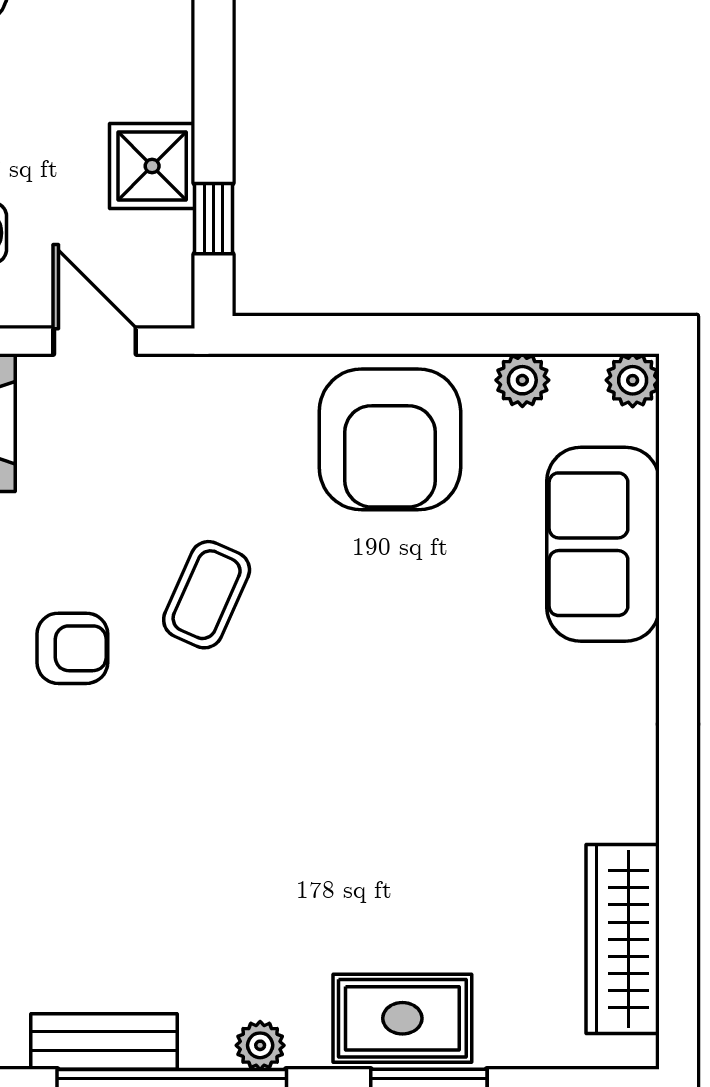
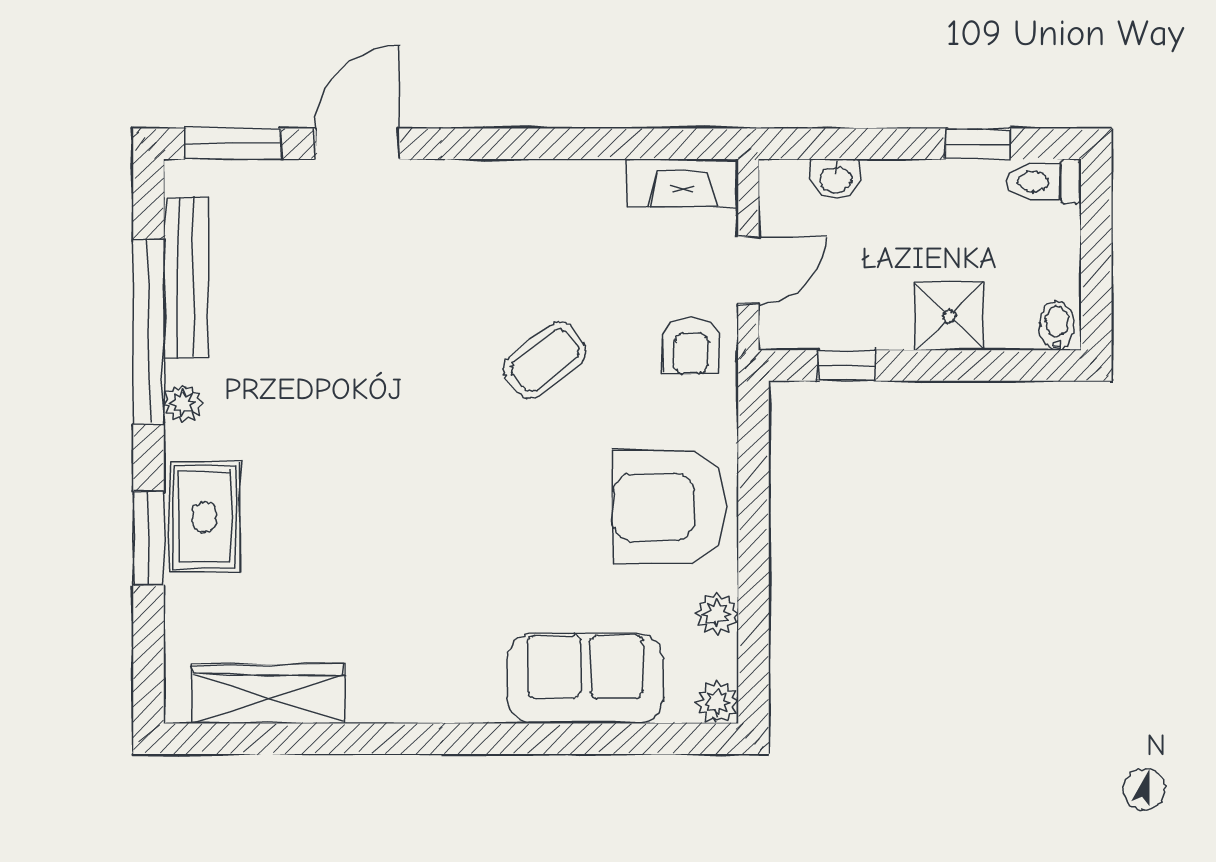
shower: (152, 166) -> (949, 316), moved
coffee table: (207, 595) -> (545, 360), turned -62
armchair: (72, 648) -> (691, 345), moved
bench: (104, 1041) -> (186, 278), width x1.36

